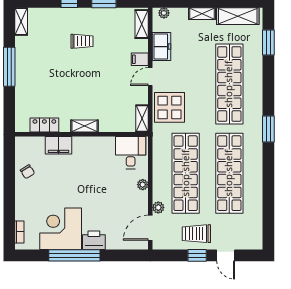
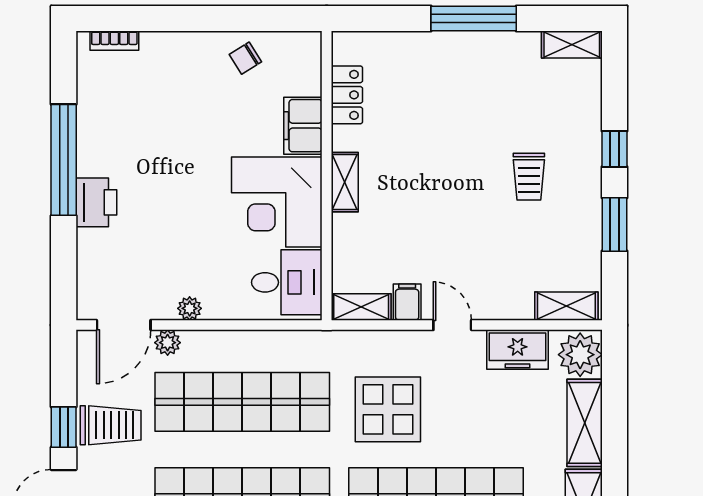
plant: (164, 13) -> (580, 355), width x1.88, depth x1.88
shelving: (202, 14) -> (585, 423), width x1.50, depth x1.33
filing cabinet: (140, 59) -> (407, 302), moved
display table: (170, 107) -> (388, 409), moved
plant: (143, 185) -> (190, 308), moved
door: (150, 228) -> (124, 325), swing flipped
corner desk: (61, 229) -> (277, 202), moved, turned 180
trolley: (196, 234) -> (111, 425), turned 90

